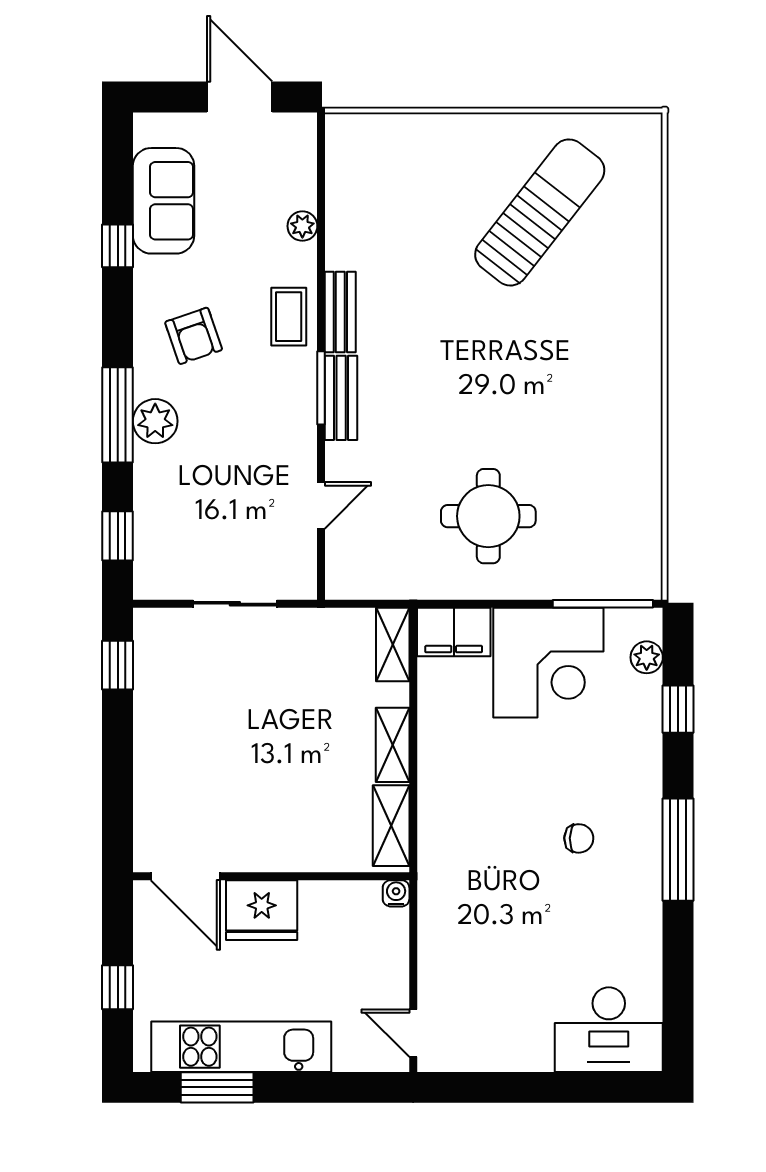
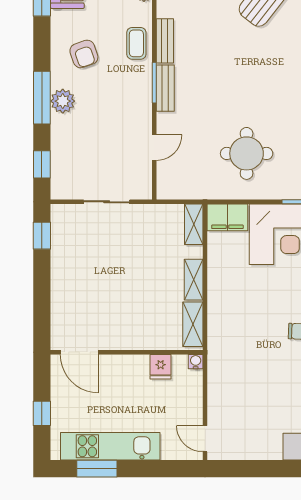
fridge: (262, 910) -> (161, 367), moved, width x0.53, depth x0.75

